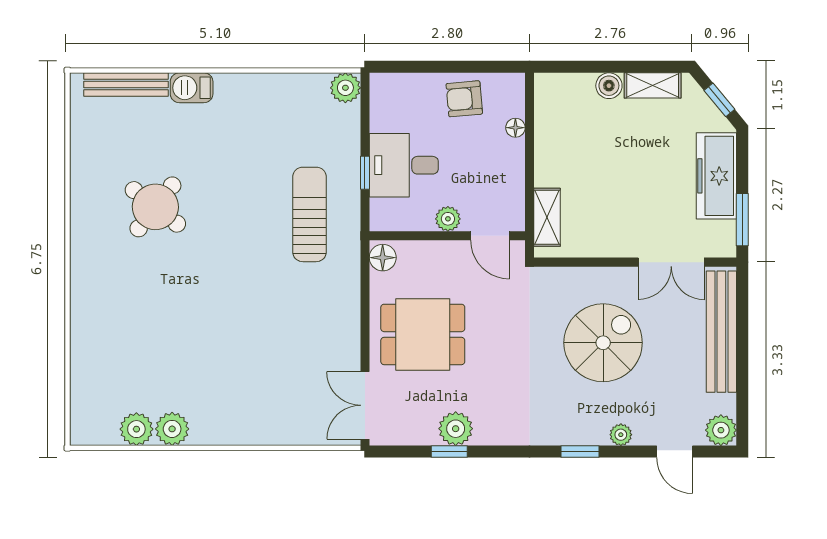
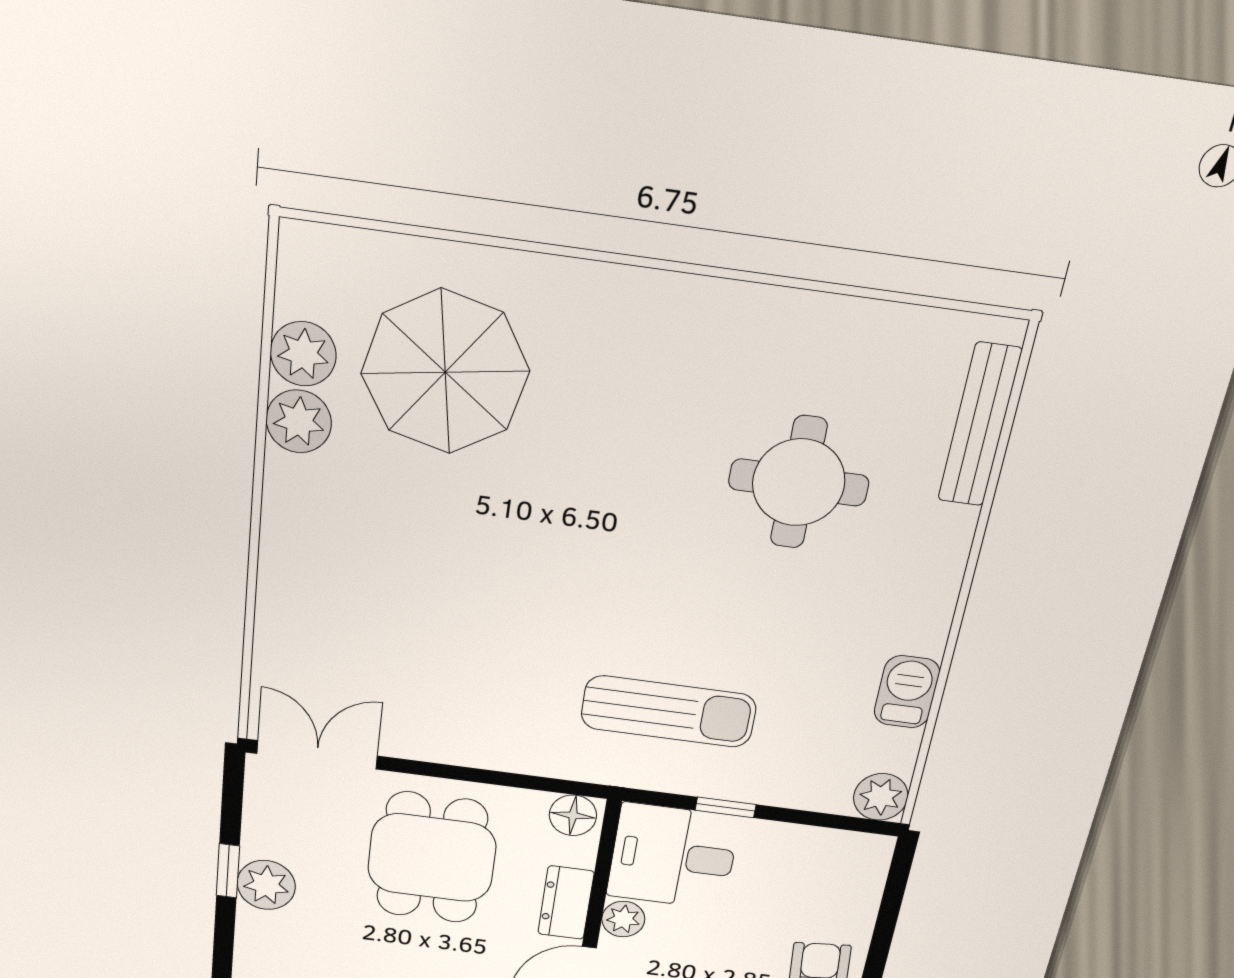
barbecue: (192, 88) -> (907, 692), moved
desk: (404, 165) -> (673, 856), moved, turned -90
round table: (155, 207) -> (799, 482), moved, turned -38
dresser: (442, 254) -> (566, 903), added
parasol: (136, 357) -> (445, 372), added

